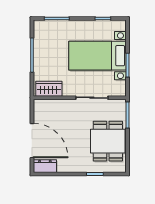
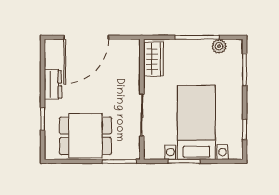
plant: (39, 38) -> (219, 46), added
dresser: (45, 166) -> (53, 84), moved

